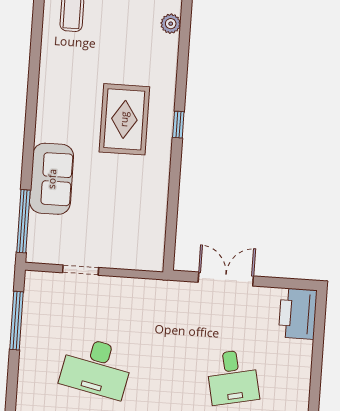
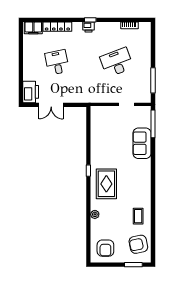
rug: (124, 119) -> (106, 184), moved
double door: (226, 279) -> (51, 105), moved
desk: (96, 368) -> (117, 62), turned -33

